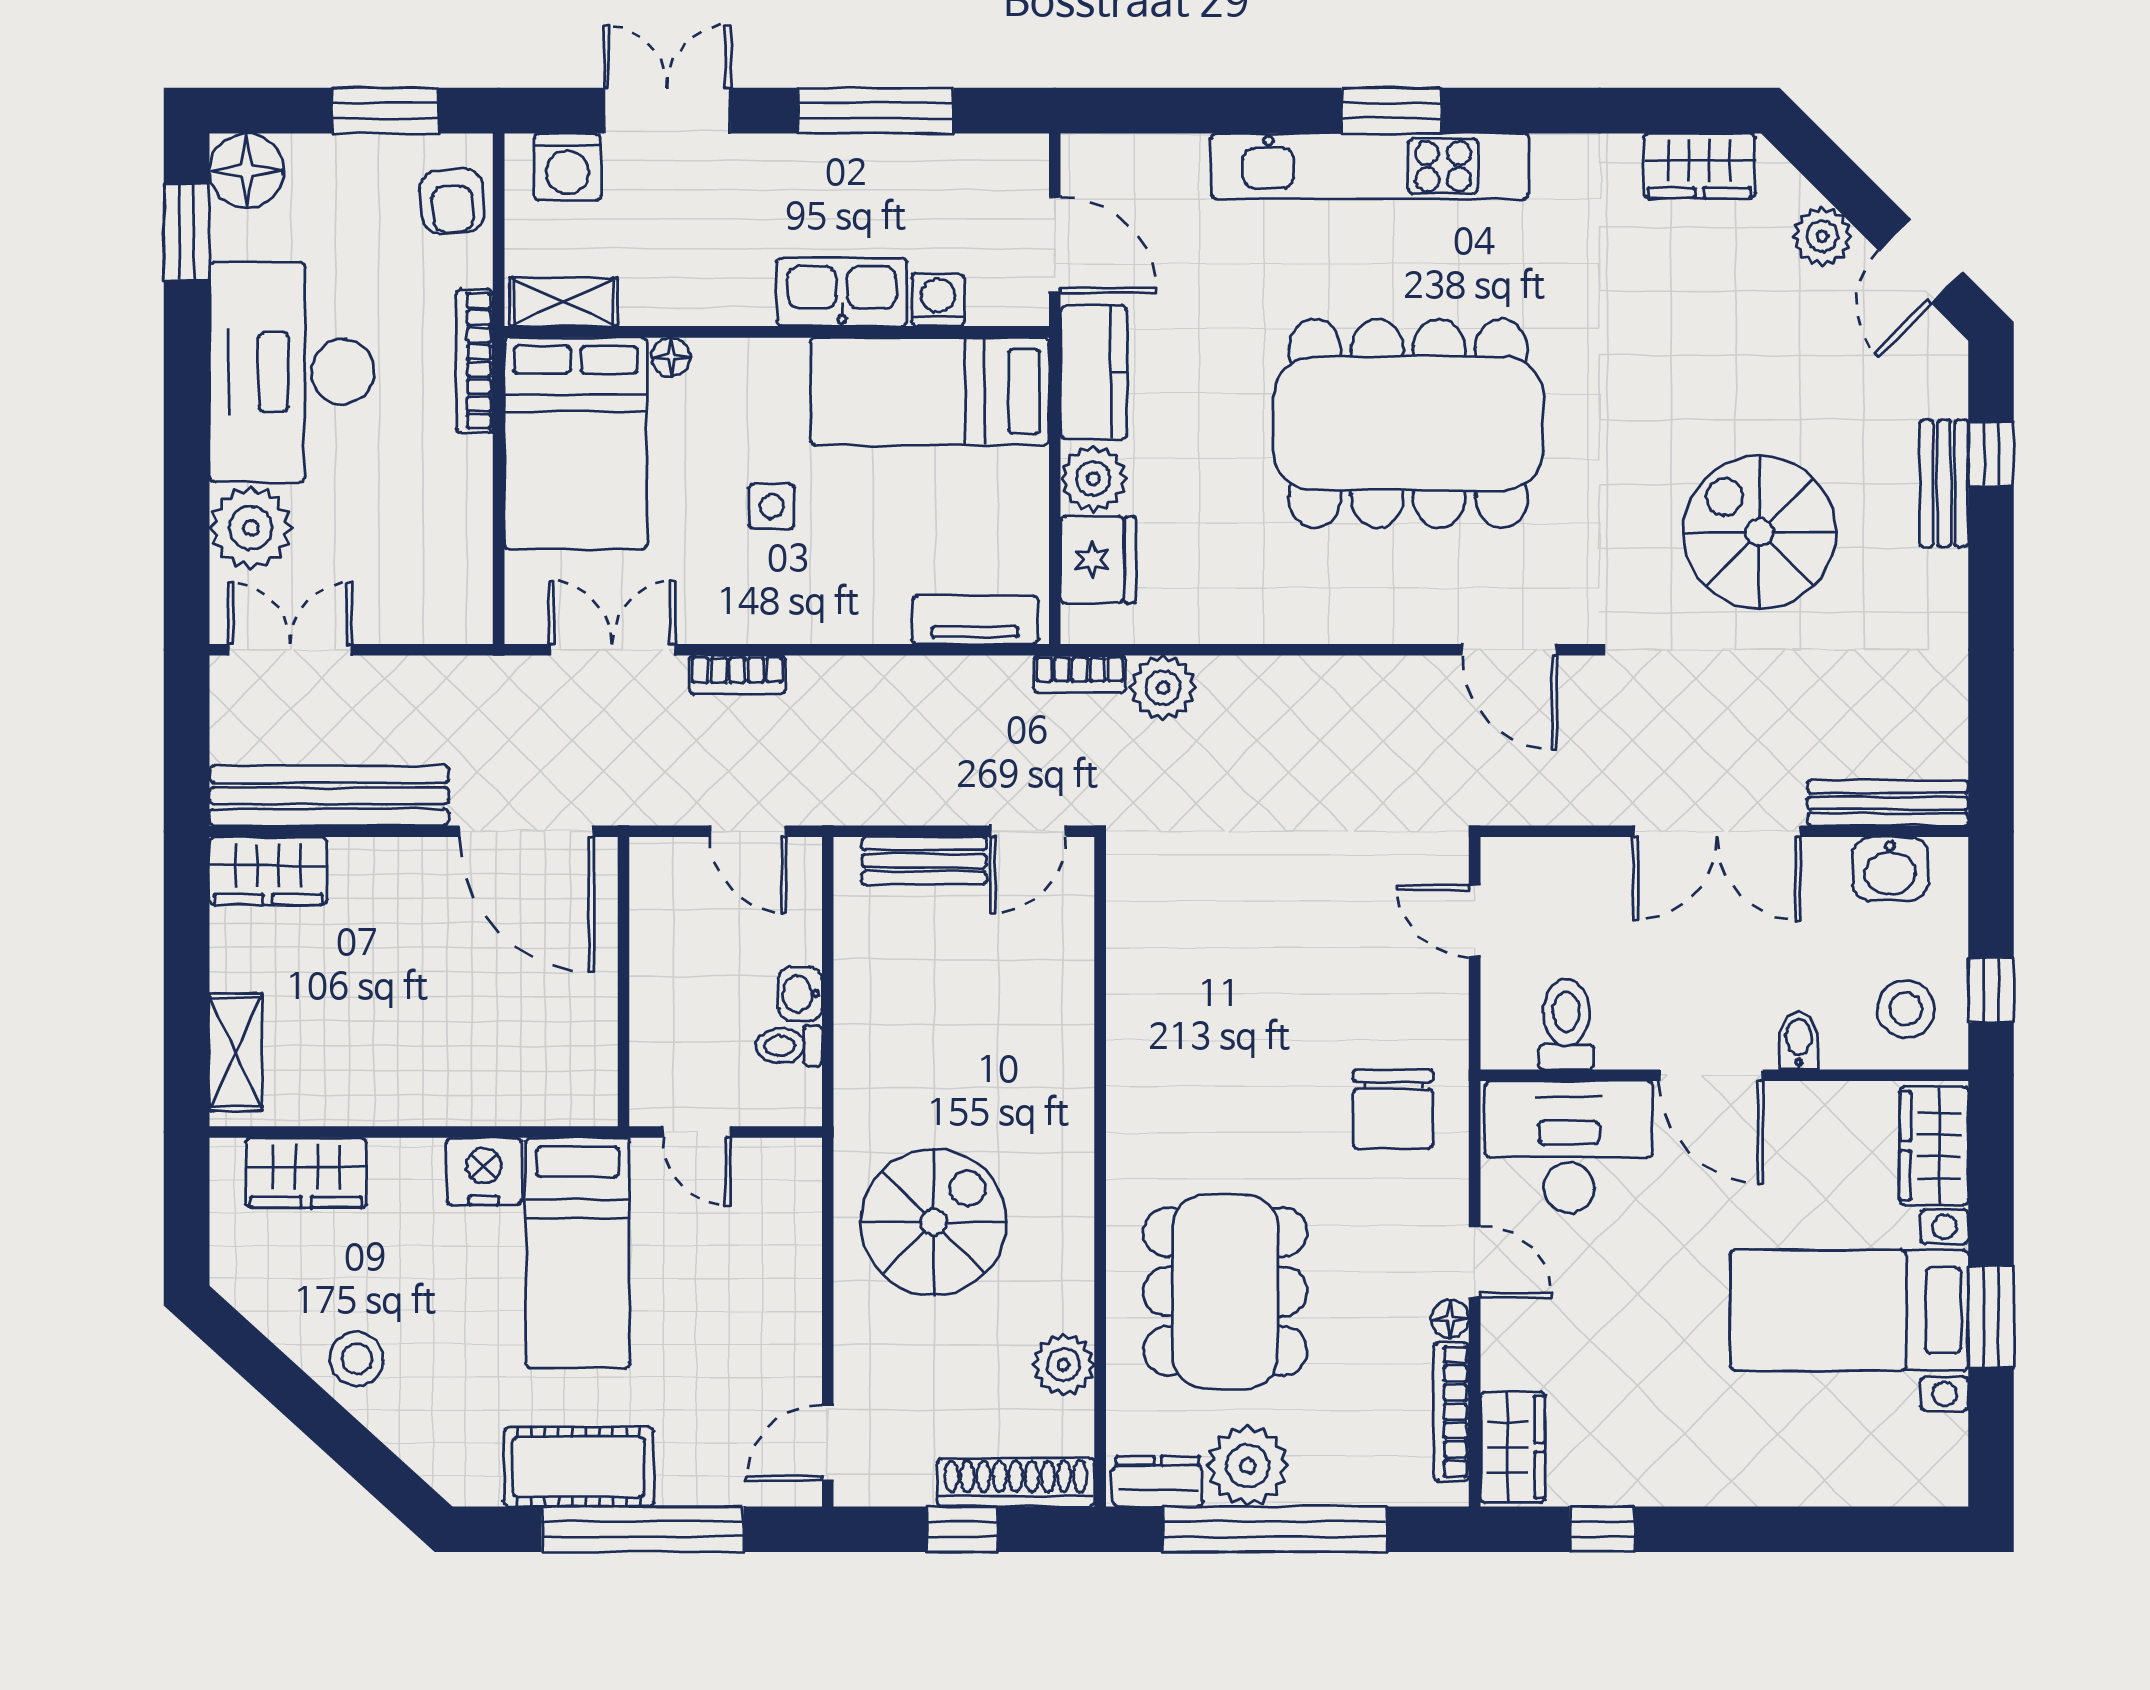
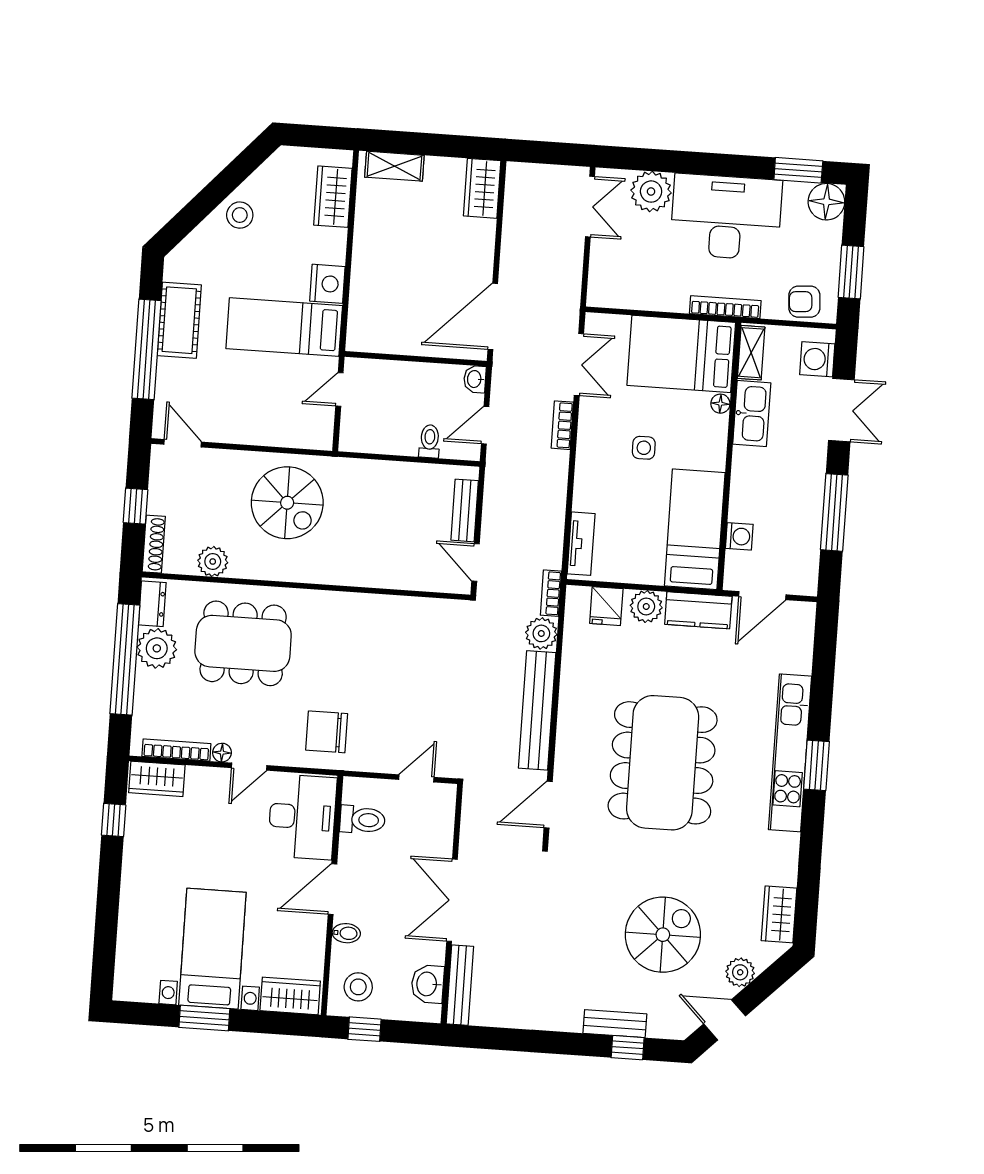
kitchen sink: (842, 292) -> (752, 414), moved
spiral stairs: (1759, 532) -> (663, 935), moved
fridge: (1098, 560) -> (606, 606), width x0.72
bench: (329, 796) -> (537, 710), moved
washbasin: (800, 994) -> (475, 379), moved, turned -90
toilet: (789, 1046) -> (430, 441), moved
shoe rack: (1016, 1482) -> (154, 544), width x0.74, depth x0.81

